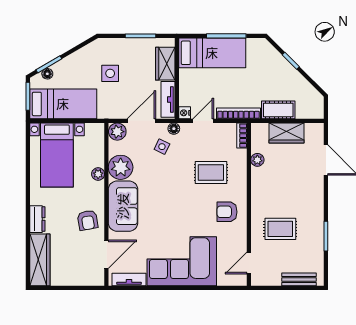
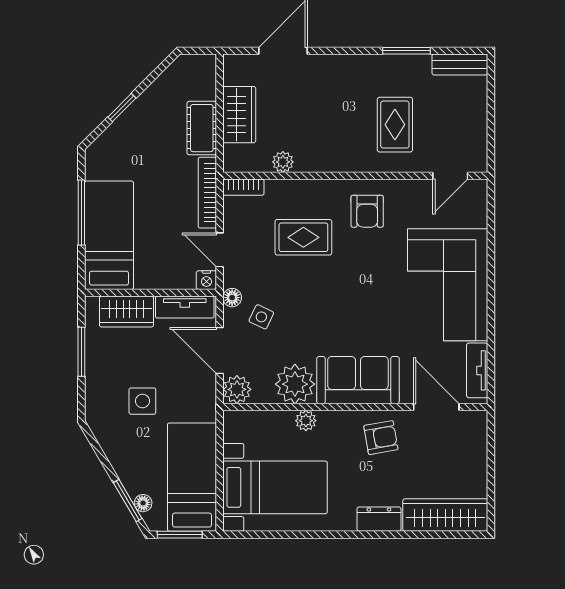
rug: (211, 173) -> (303, 237), turned 90
door: (249, 263) -> (450, 176), hinge flipped
bench: (299, 279) -> (460, 65), moved, turned 90

